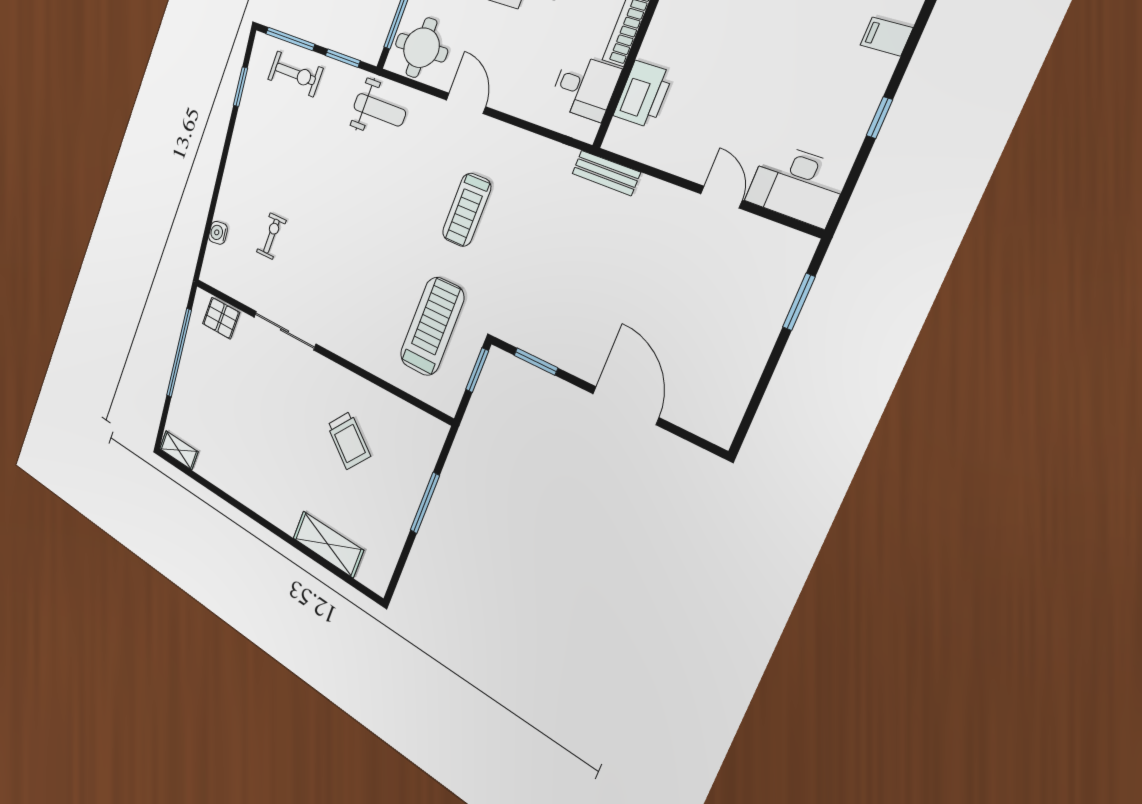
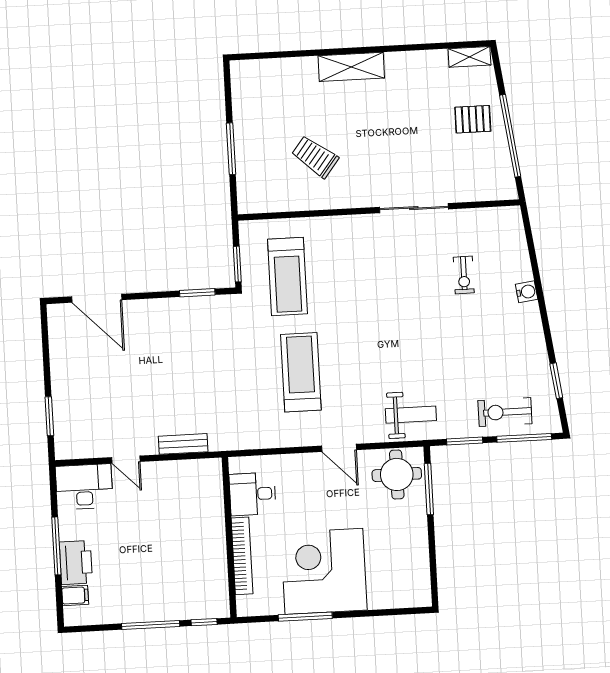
printer: (643, 94) -> (76, 563), moved, turned 180
weight bench: (380, 110) -> (411, 415), turned 180
window: (879, 118) -> (56, 546), width x2.17
bench: (606, 173) -> (183, 444), moved
treadmill: (467, 210) -> (301, 372), width x1.37, depth x1.38
water cooler: (218, 233) -> (527, 292), moved
pallet: (221, 318) -> (473, 119), moved
door: (626, 406) -> (97, 298), moved
shelving: (328, 544) -> (351, 67), moved

